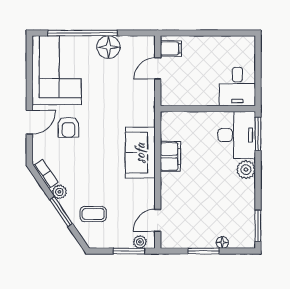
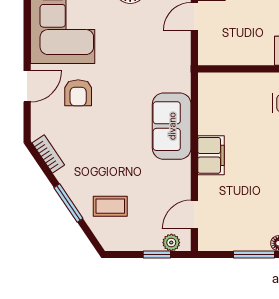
filing cabinet: (170, 156) -> (211, 155), moved
plant: (59, 192) -> (66, 177), removed
window: (129, 251) -> (157, 254), width x0.67

